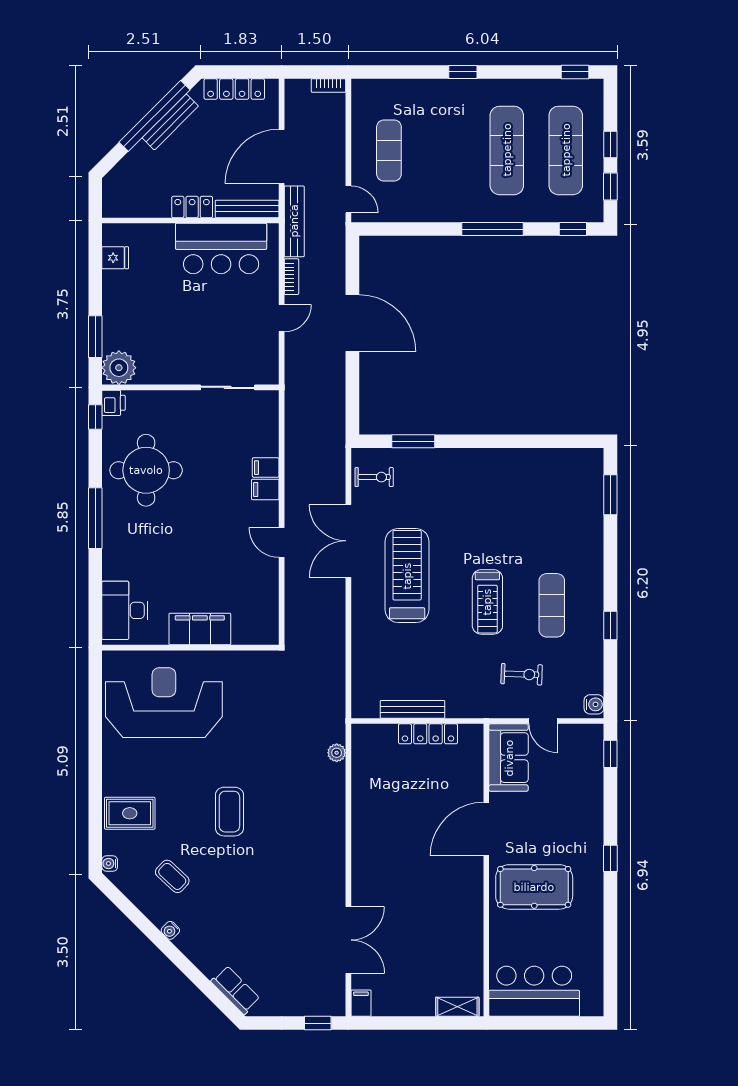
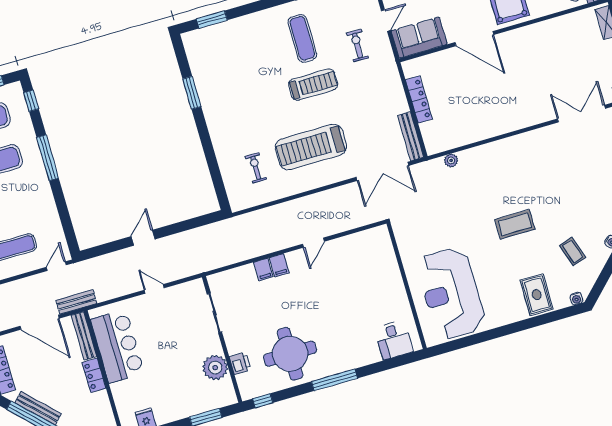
bench: (294, 221) -> (76, 302), width x0.73
bookcase: (291, 277) -> (123, 291), removed
door: (352, 323) -> (143, 238), width x0.53
plant: (119, 368) -> (215, 368), moved
printer: (114, 403) -> (240, 363), moved, turned 90
window: (413, 441) -> (192, 93), moved
exercise bike: (374, 477) -> (256, 168), moved
double door: (348, 541) -> (382, 171), moved
exercise mat: (552, 605) -> (302, 38), turned 90
desk: (125, 610) -> (394, 340), width x0.73
filing cabinet: (200, 629) -> (392, 283), removed
bench: (412, 709) -> (411, 136), moved
coffee table: (172, 876) -> (573, 251), turned -61

